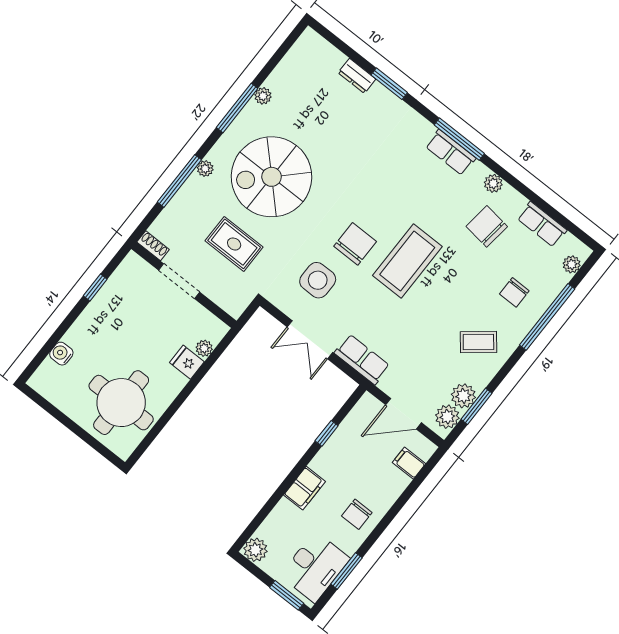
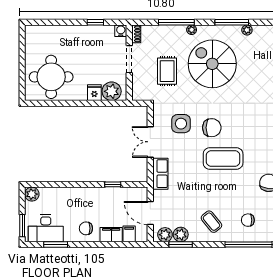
plant: (204, 348) -> (112, 91), width x1.88, depth x1.88
water cooler: (61, 354) -> (121, 31), moved
filing cabinet: (304, 488) -> (111, 235), moved, turned 180

